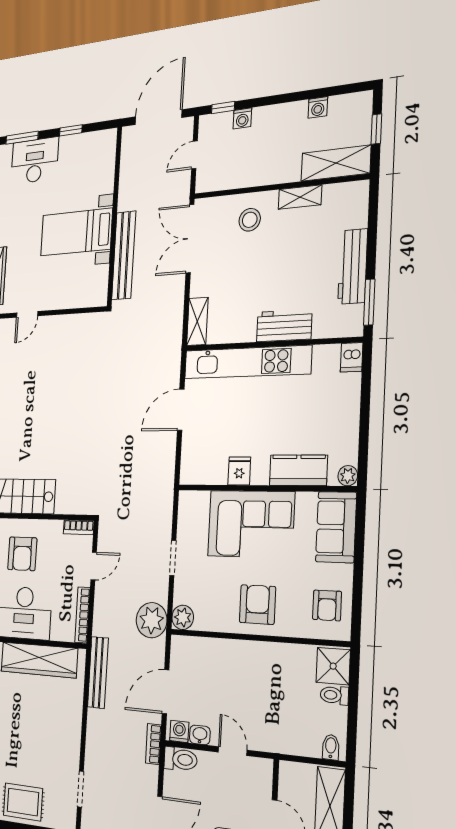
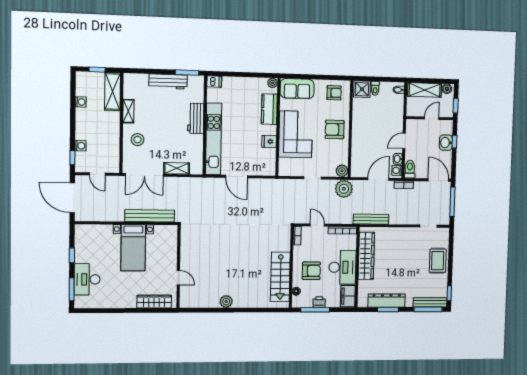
shelving: (197, 321) -> (177, 168), moved
door: (166, 692) -> (378, 179), swing flipped

